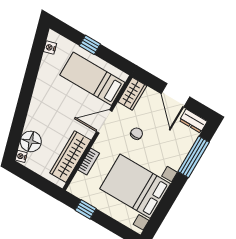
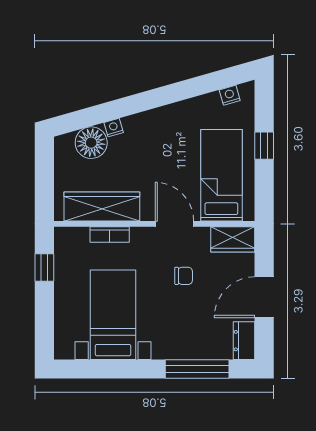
nightstand: (21, 156) -> (114, 128), moved
bed with nightstands: (135, 186) -> (113, 315), width x0.73

